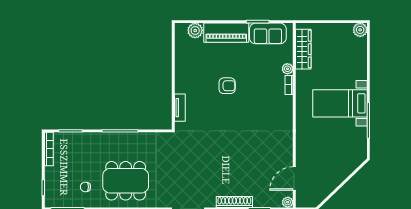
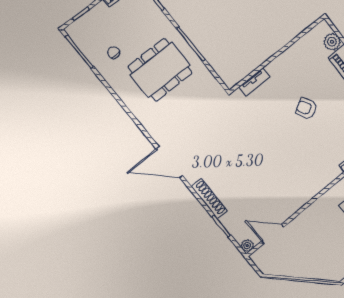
armchair: (227, 86) -> (306, 108), turned 150
dining table: (126, 181) -> (160, 70), moved, turned 90

